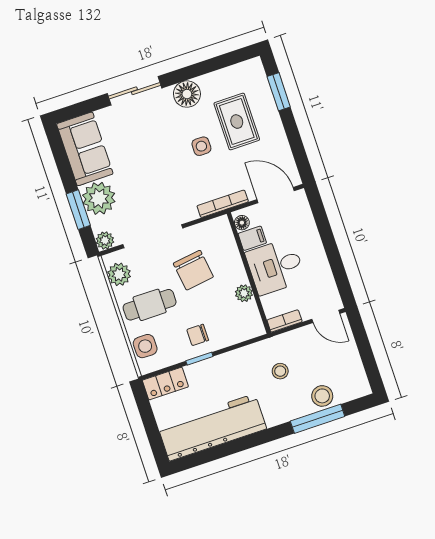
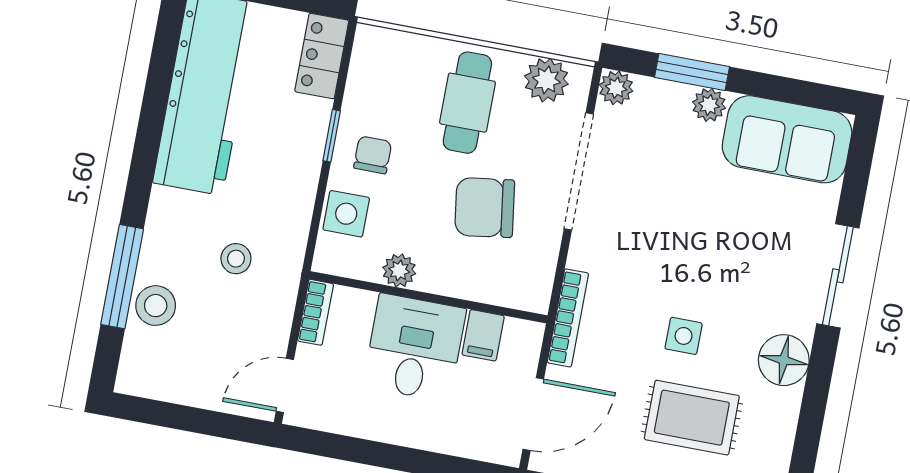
plant: (99, 198) -> (709, 105), width x0.53, depth x0.53
floor lamp: (242, 223) -> (519, 332), removed
side table: (145, 346) -> (346, 214), moved

